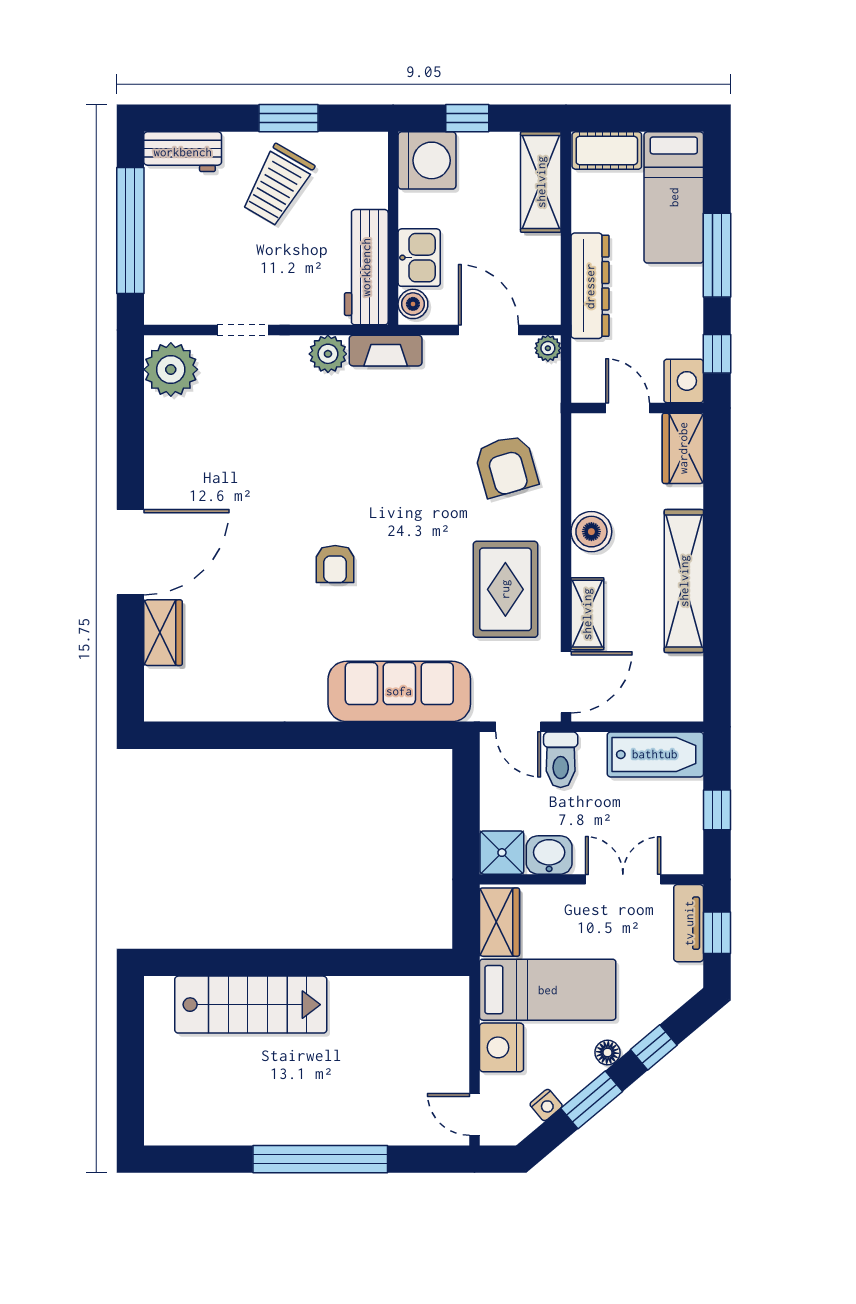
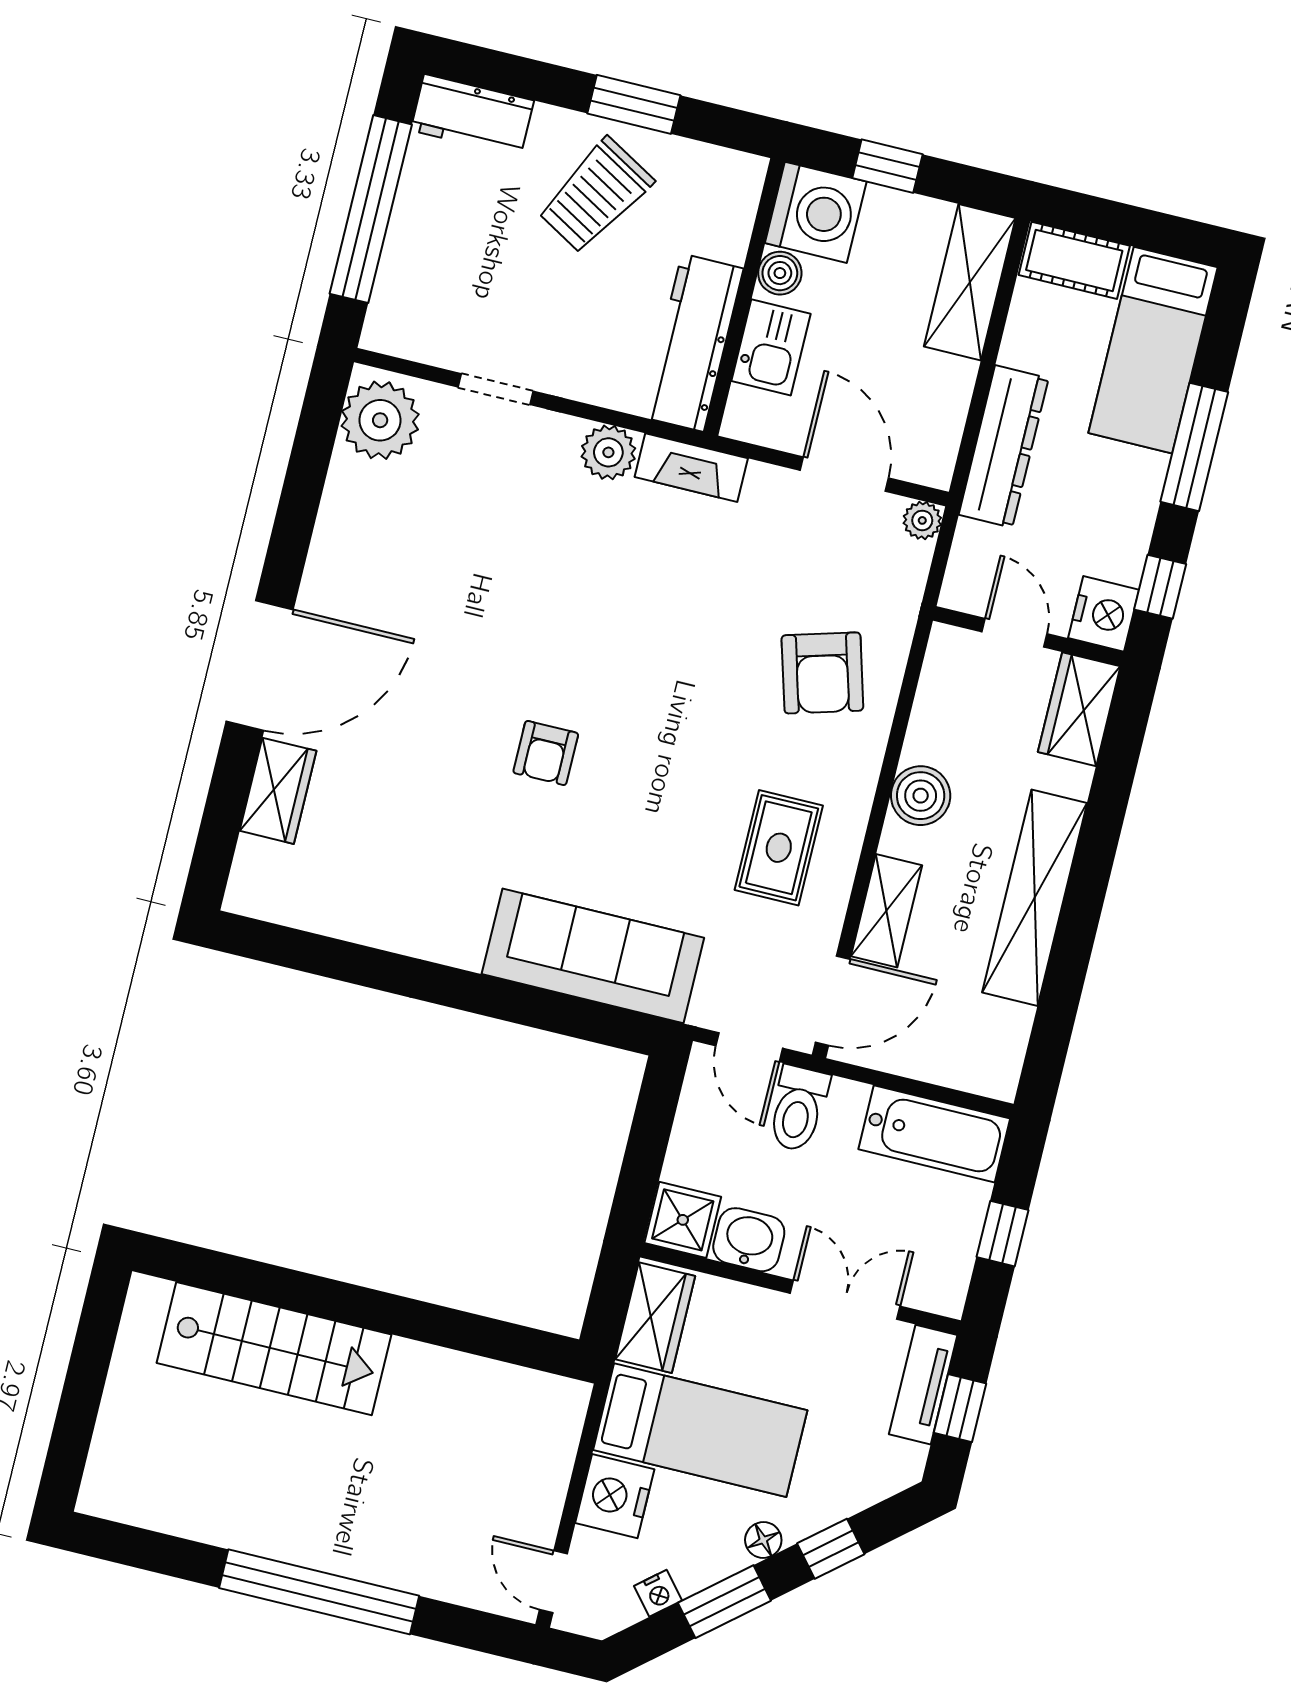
boiler: (413, 304) -> (780, 273), moved
rug: (505, 589) -> (779, 848), width x0.73, depth x0.70

